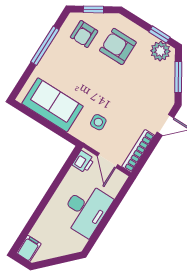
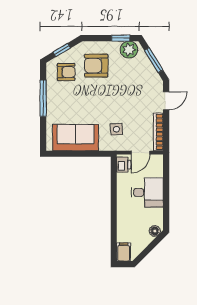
armchair: (84, 34) -> (66, 72), turned -90
door: (108, 160) -> (141, 153), hinge flipped
desk: (86, 209) -> (147, 192), width x0.73
floor lamp: (73, 247) -> (155, 231), added

